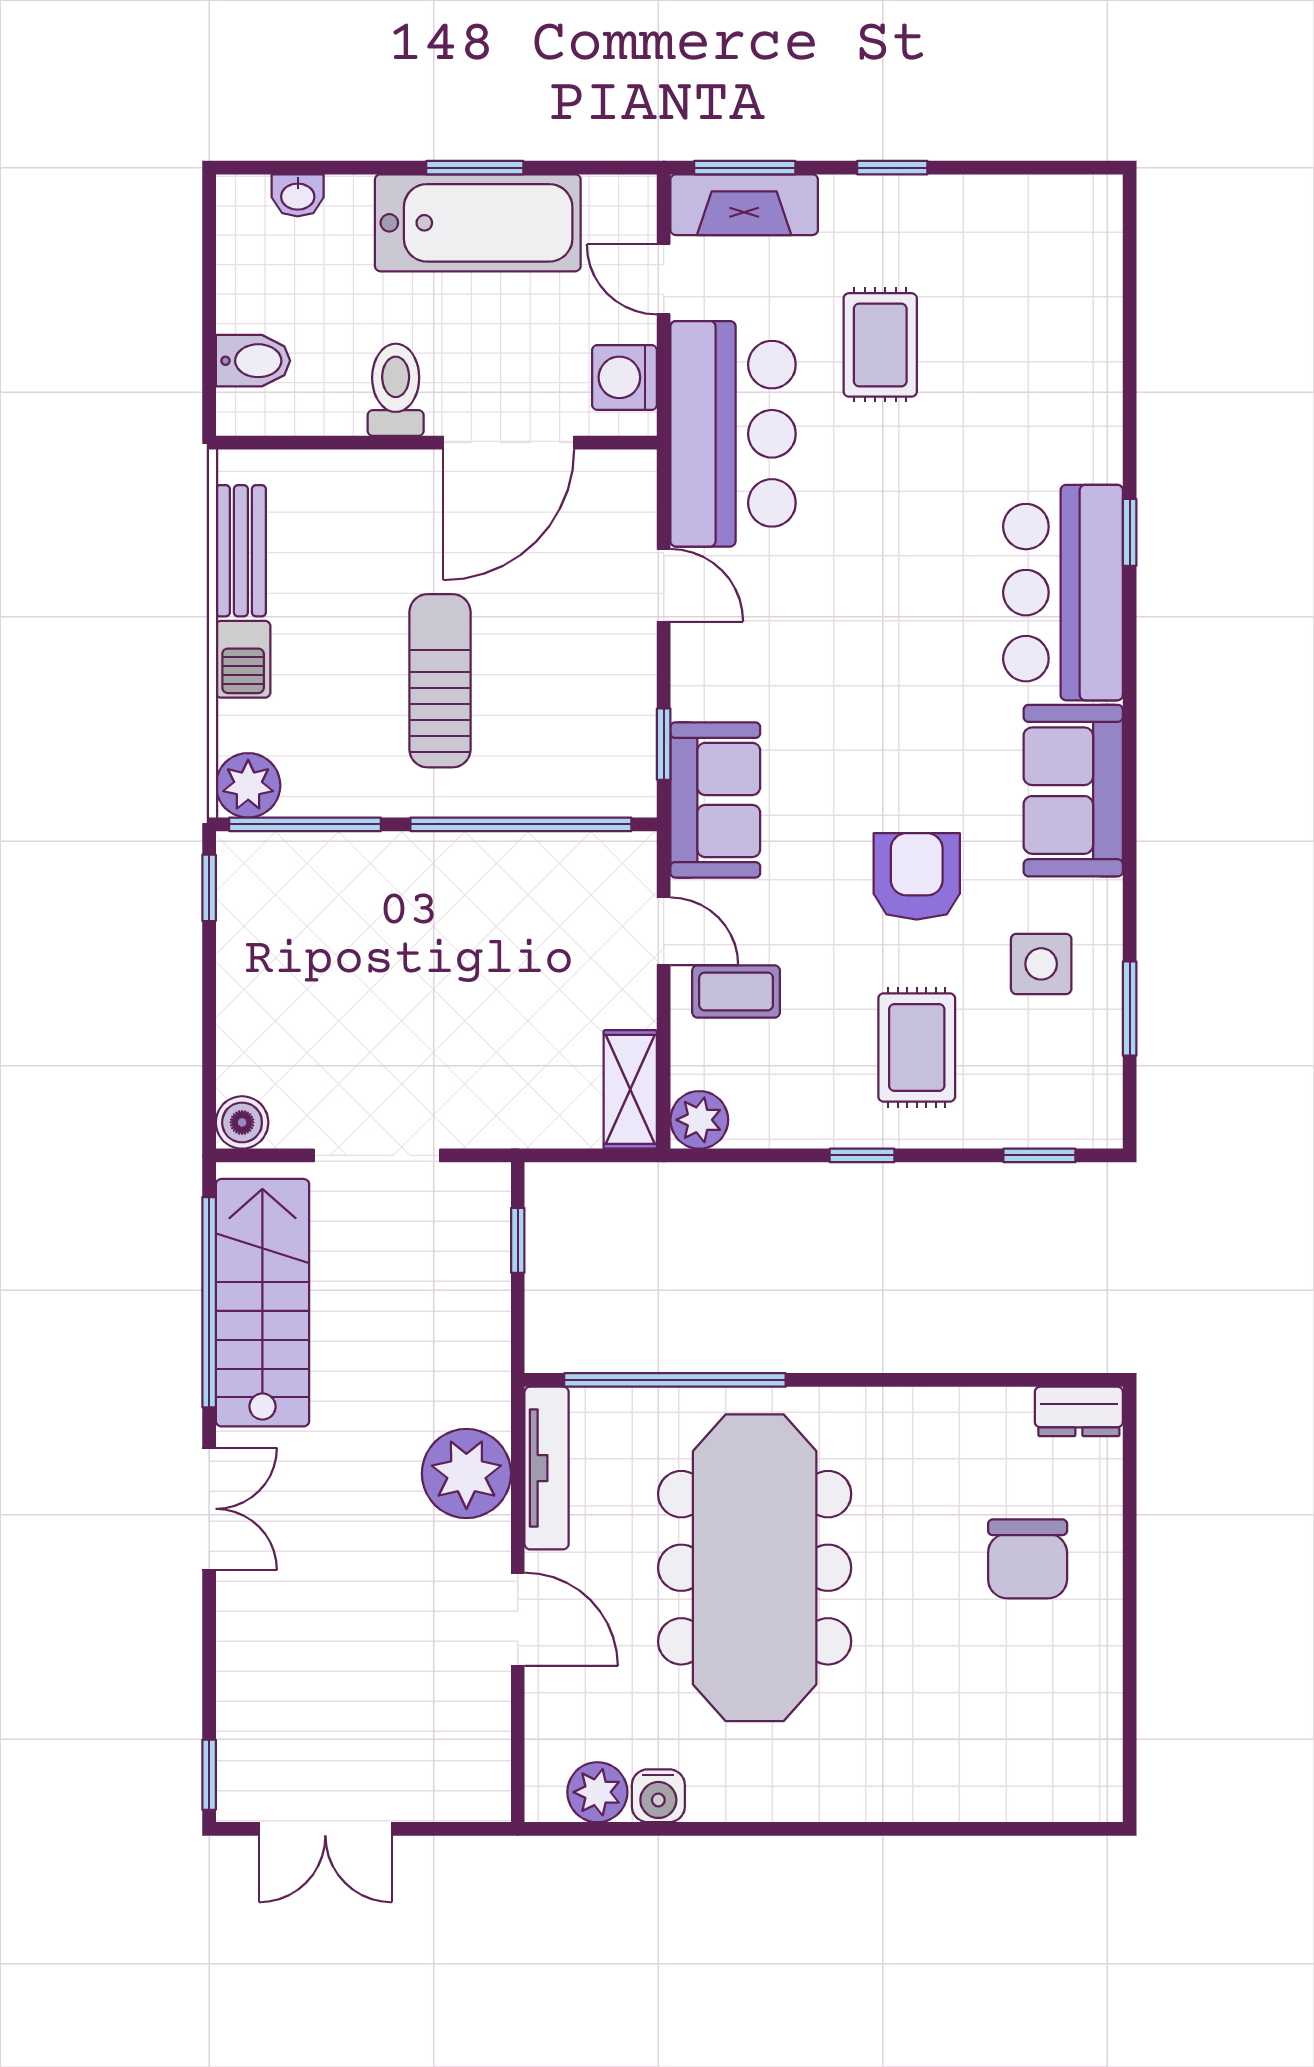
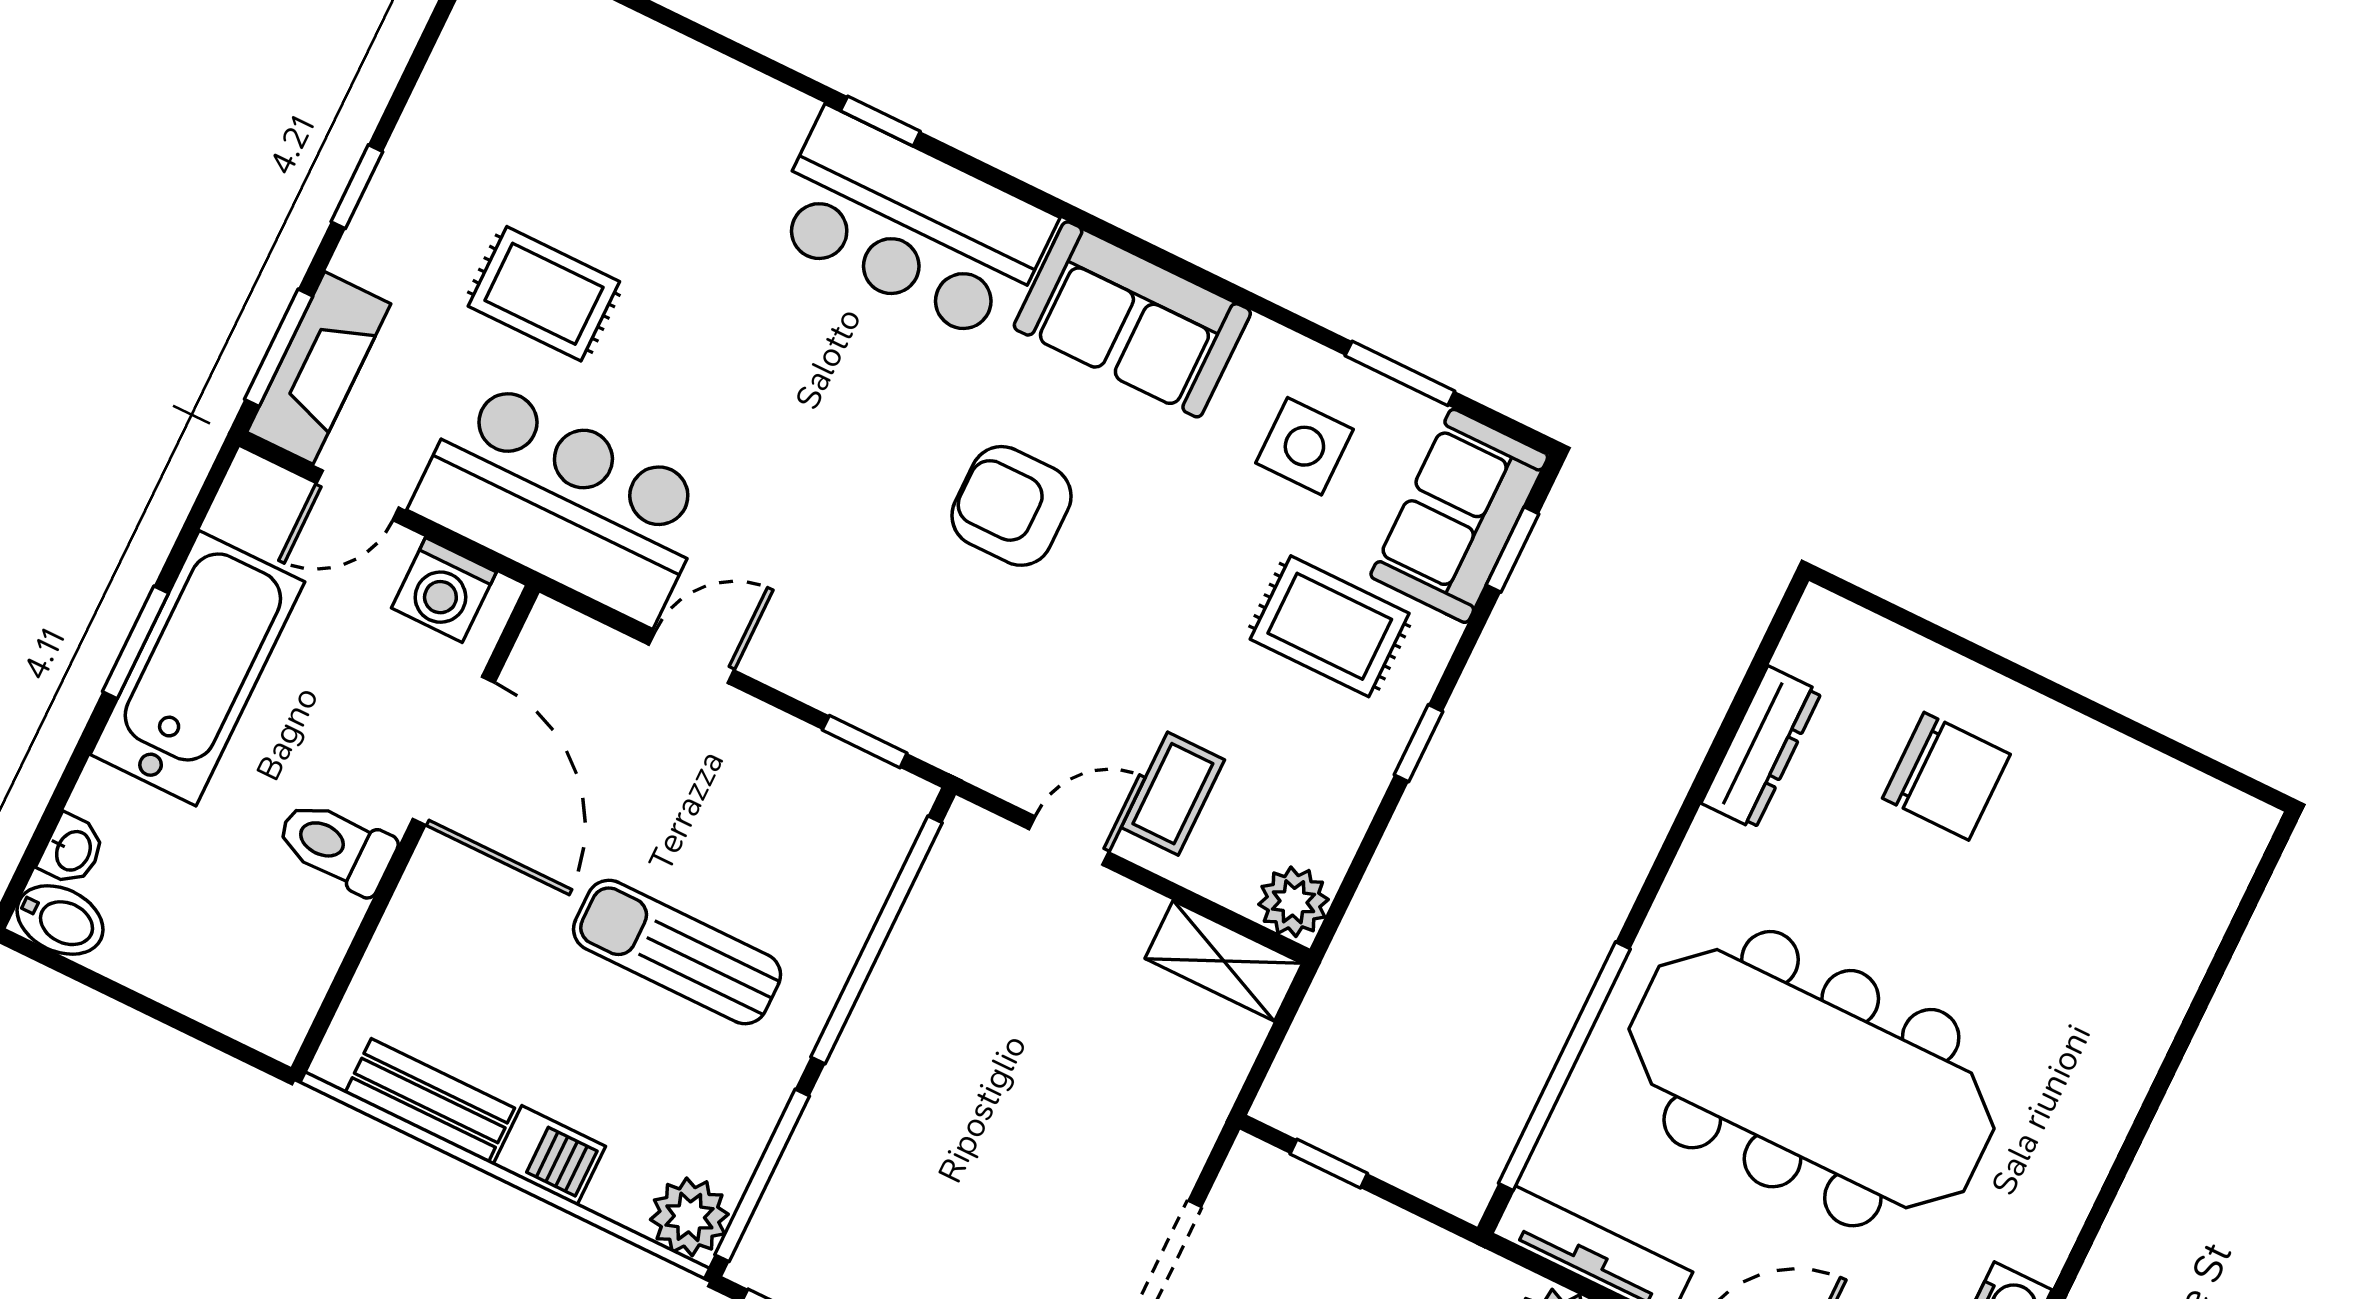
bidet: (253, 361) -> (60, 920), moved, turned 90
sofa: (715, 800) -> (1459, 516), moved, turned -90
armchair: (917, 876) -> (1011, 506), moved
dresser: (1079, 1411) -> (1761, 748), moved, width x1.44

